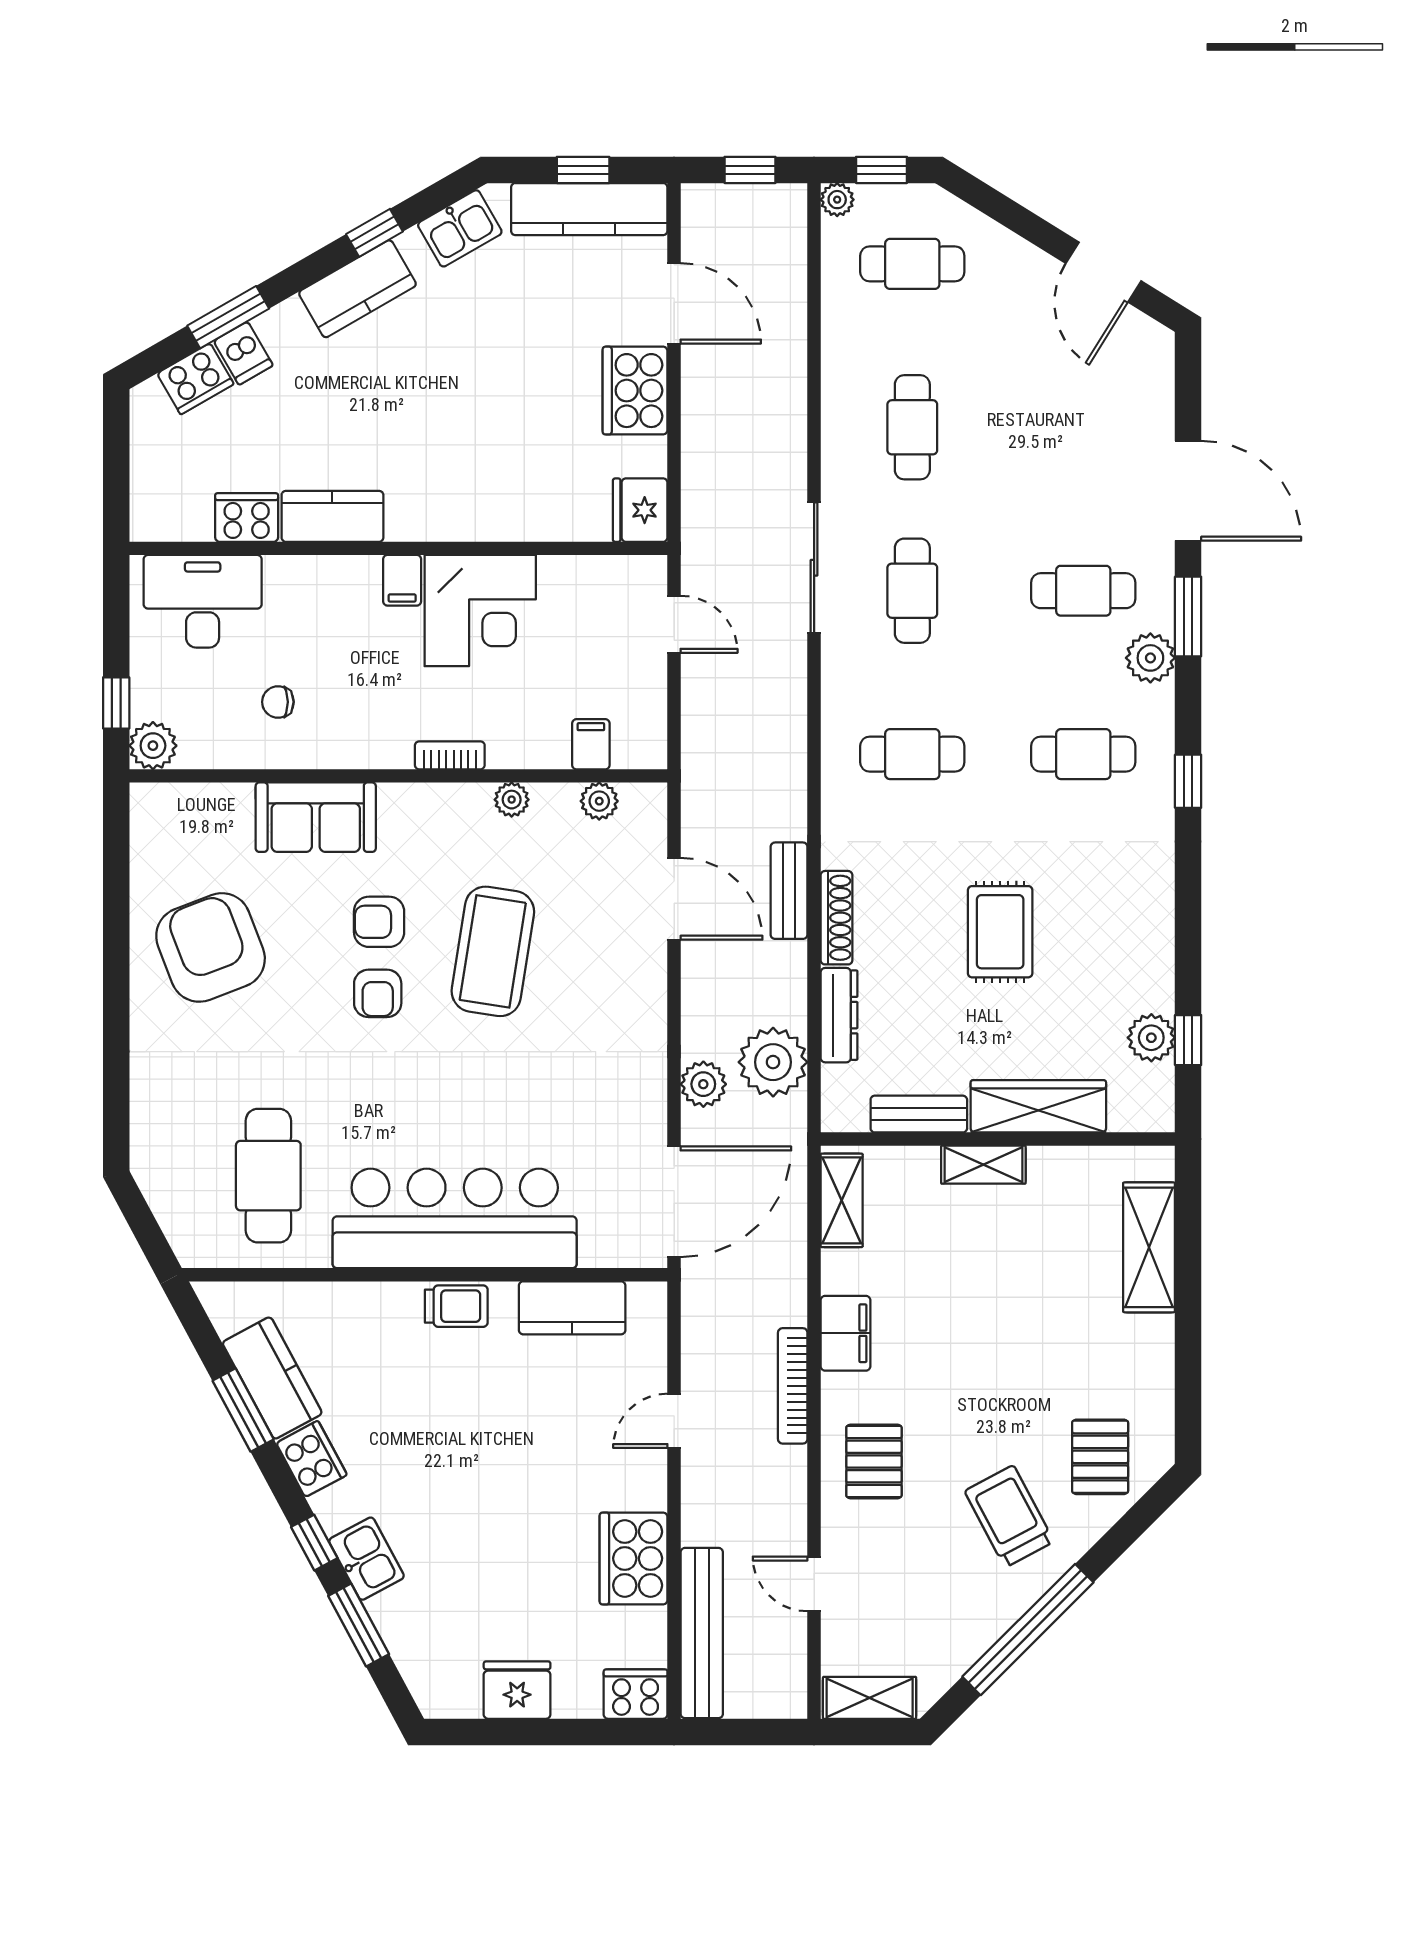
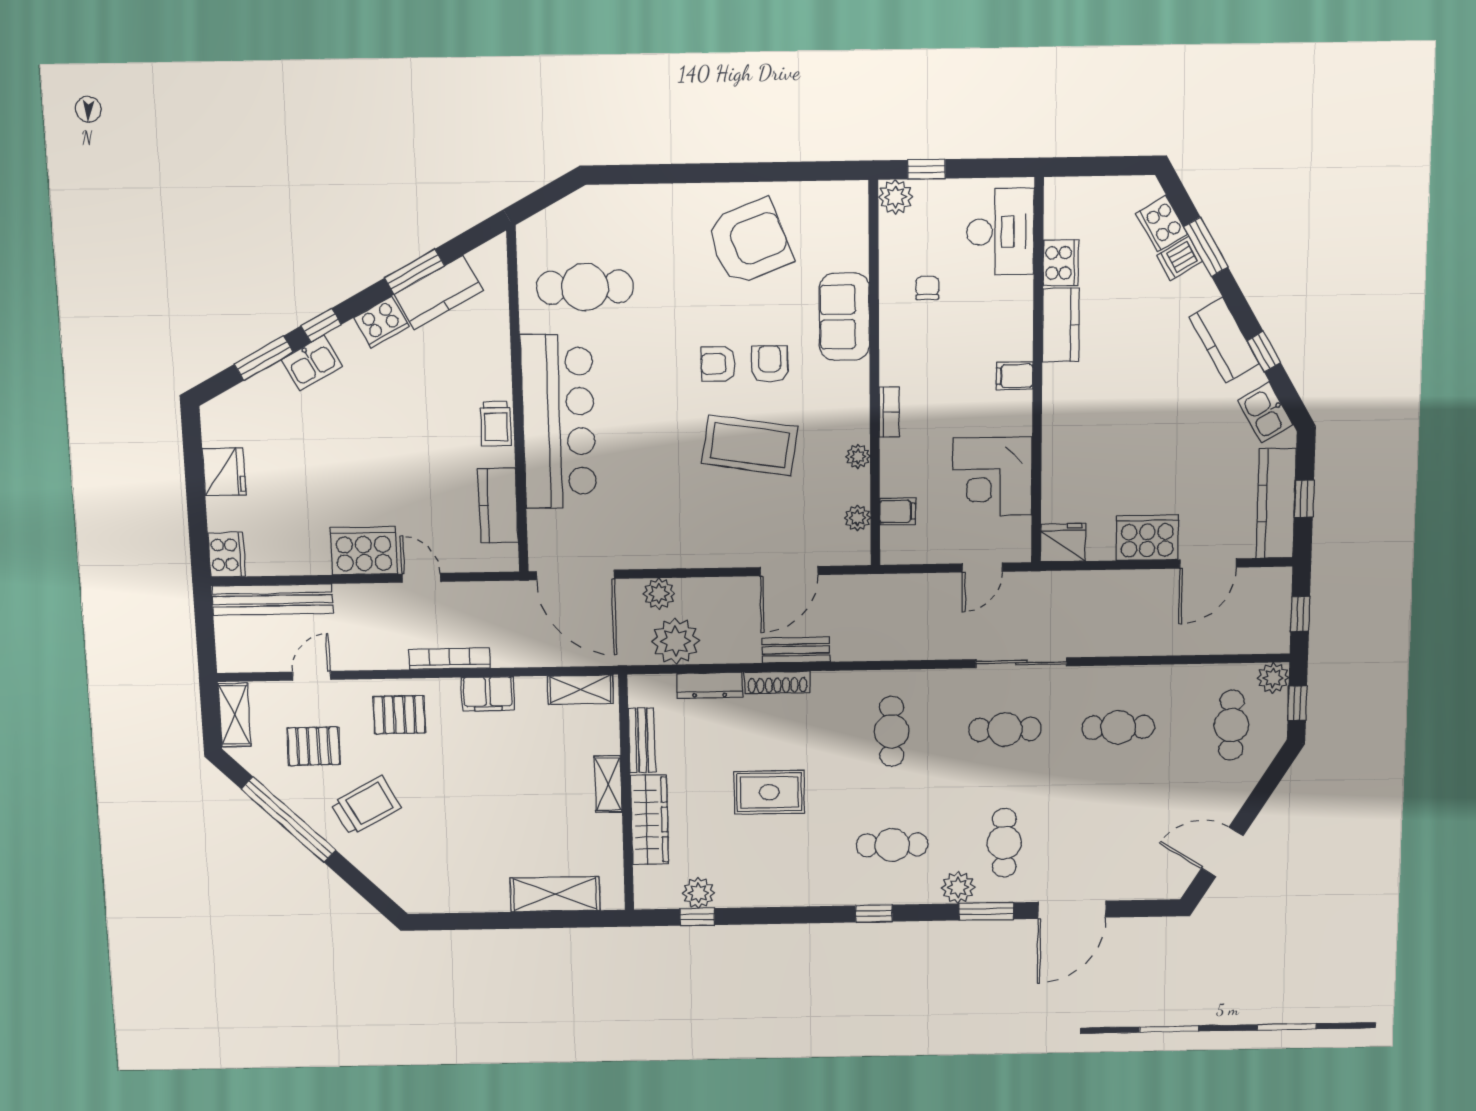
plant: (837, 200) -> (1273, 678), width x1.38, depth x1.38
corner desk: (480, 611) -> (992, 477), moved
cafe table: (1083, 754) -> (892, 845), turned 90
pallet: (1100, 1457) -> (313, 746), moved
cooker: (634, 1558) -> (364, 551), moved

